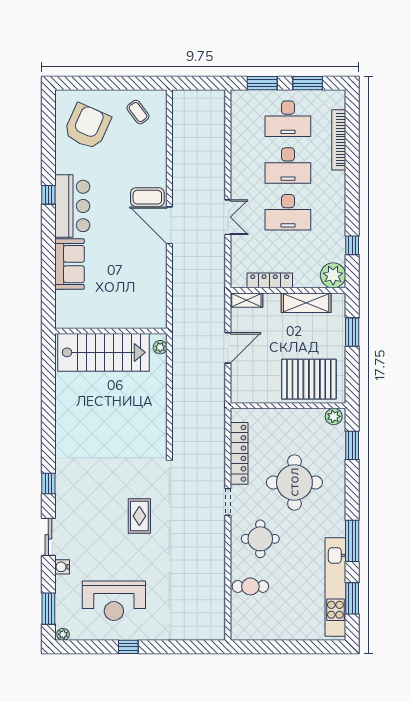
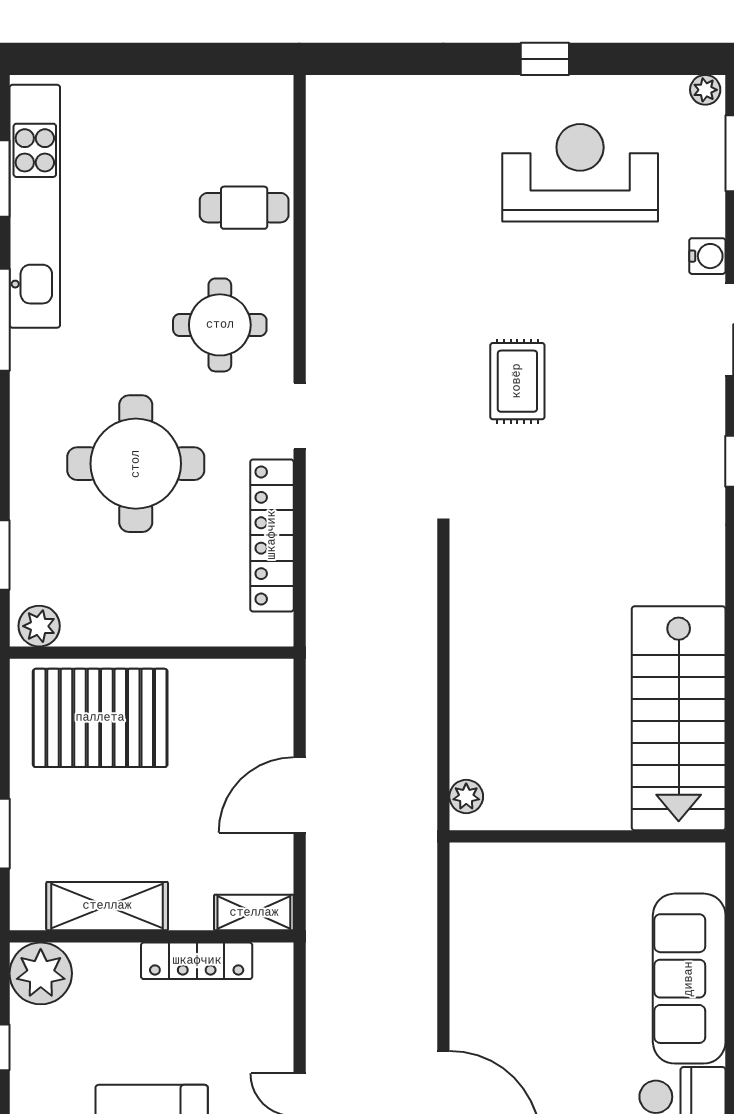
sofa: (70, 264) -> (689, 979), width x1.36
stairs: (103, 352) -> (679, 718), moved, turned -90

